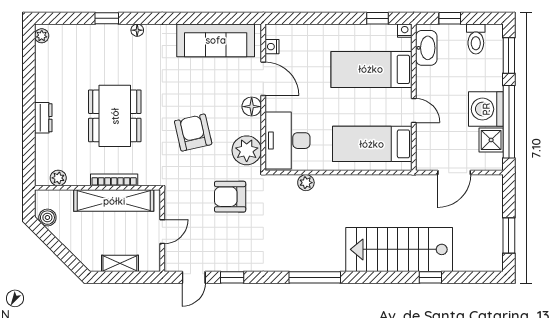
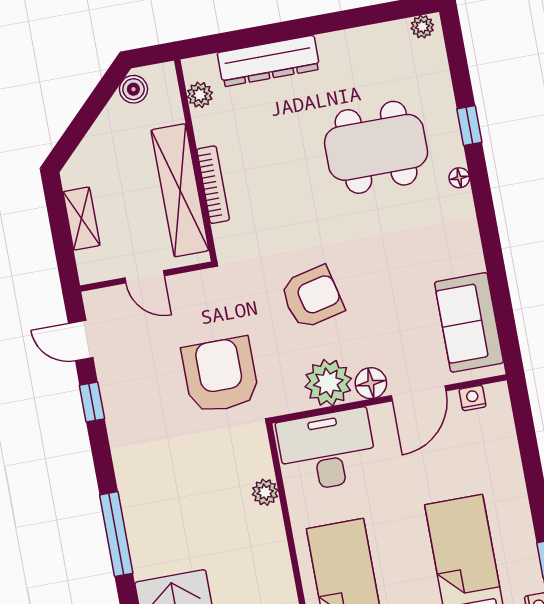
sofa: (216, 40) -> (469, 322), width x0.73
dining table: (115, 116) -> (376, 147), moved
dresser: (43, 118) -> (269, 61), width x1.96, depth x1.24
plant: (247, 150) -> (328, 383), moved
armchair: (230, 197) -> (220, 375), width x1.36, depth x1.36

